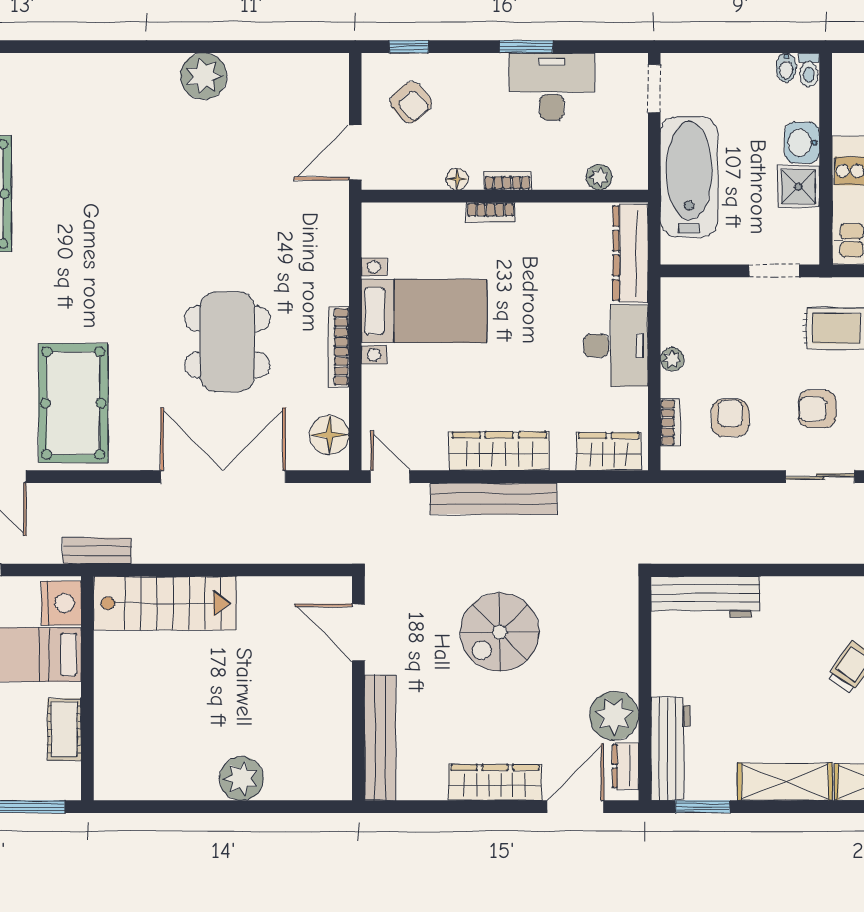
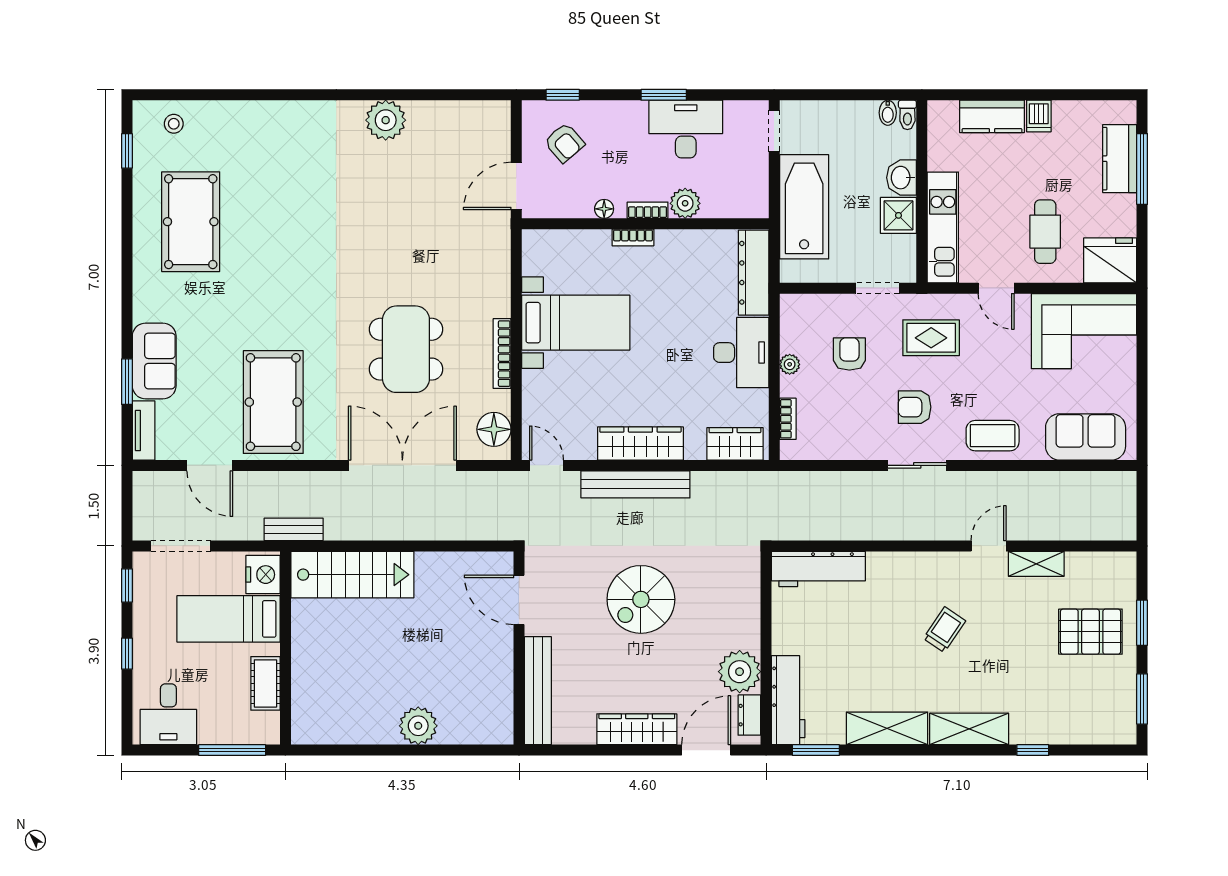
plant: (599, 177) -> (685, 203), moved, width x1.38, depth x1.38
armchair: (730, 418) -> (849, 354), moved

